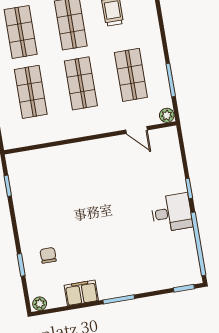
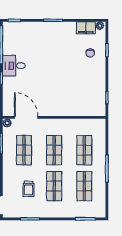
door: (137, 130) -> (26, 117), width x1.87
filing cabinet: (81, 293) -> (86, 28), moved

